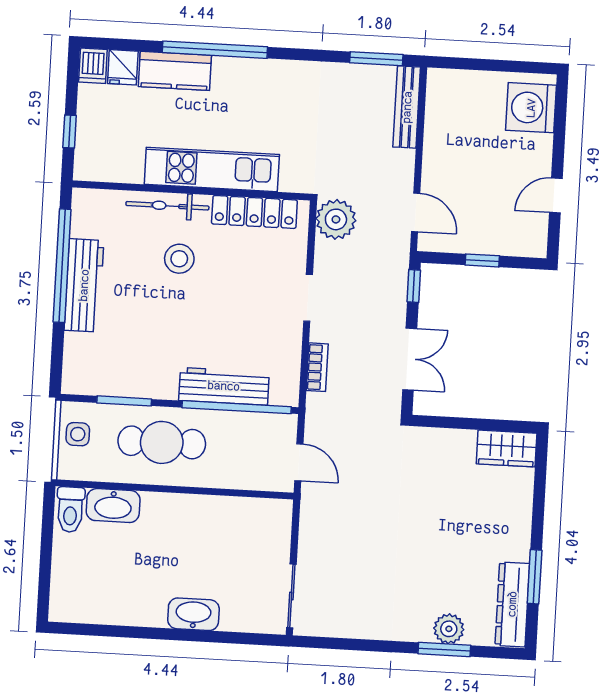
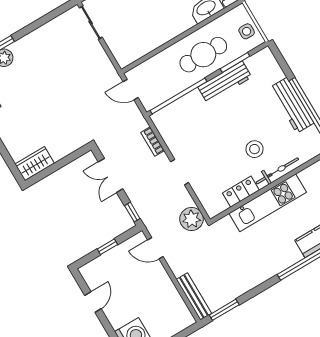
locker: (254, 212) -> (241, 192), width x0.66
workbench: (224, 386) -> (225, 82), moved

